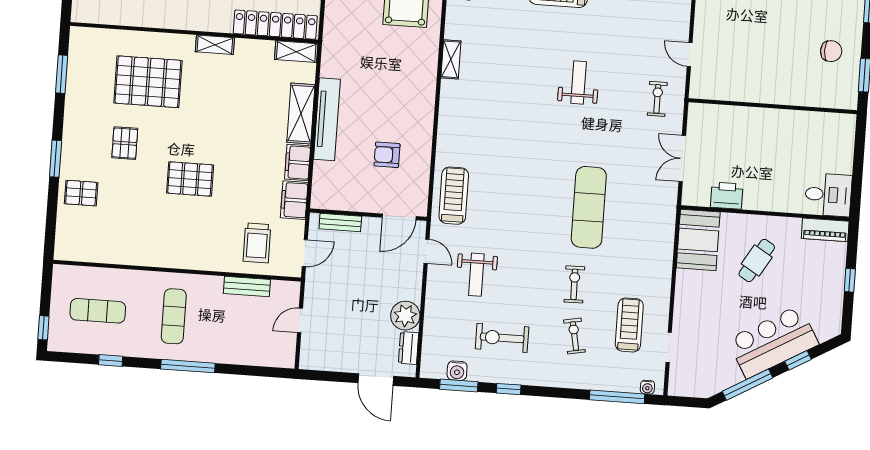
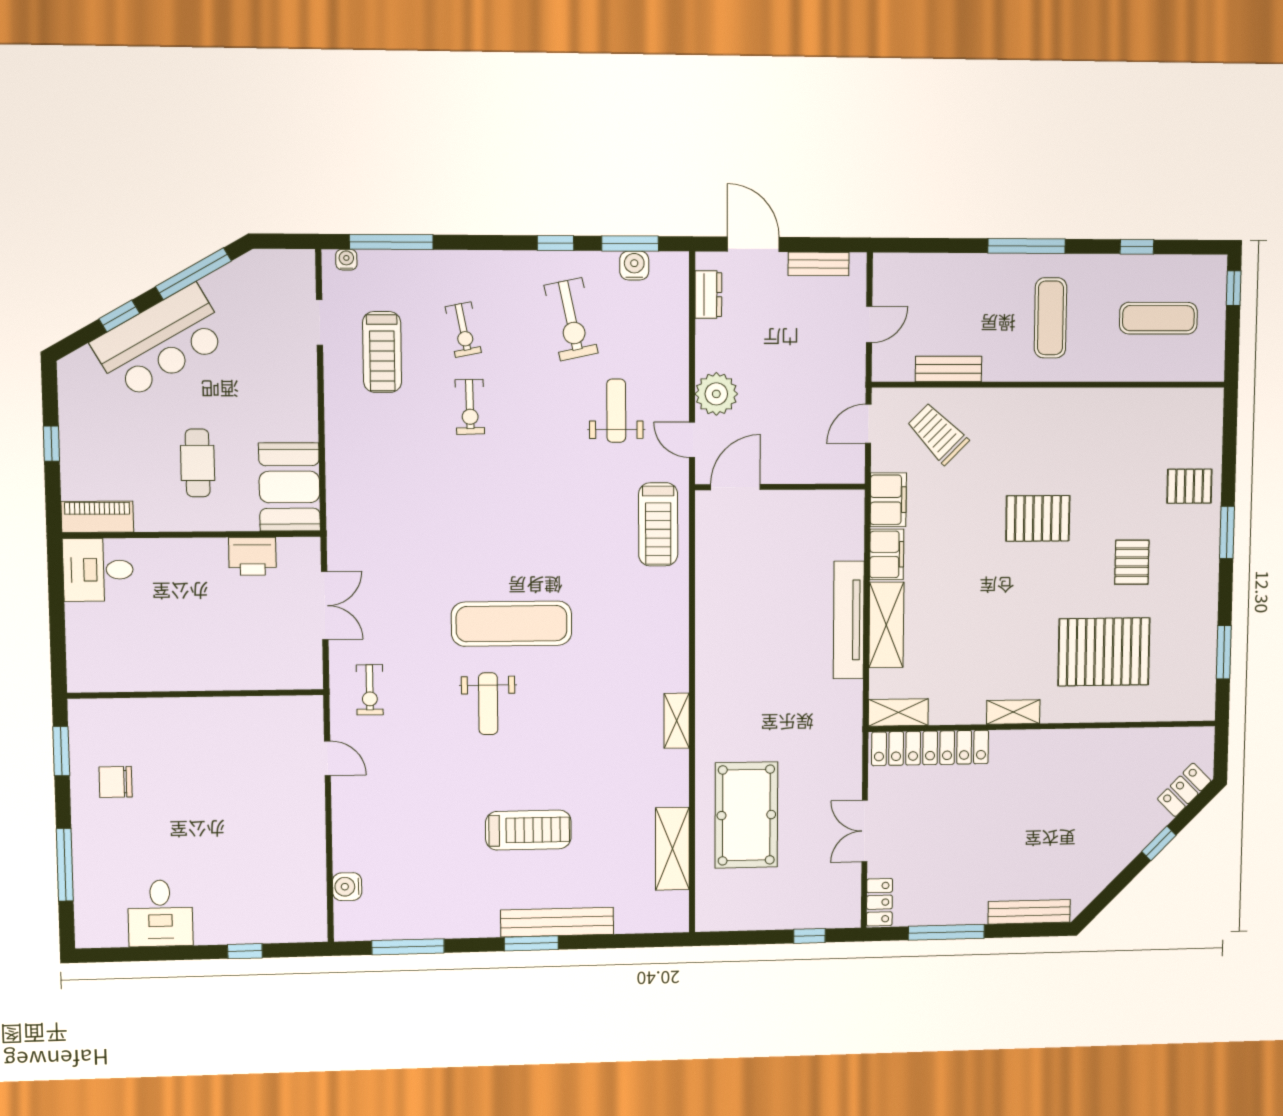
armchair: (387, 155) -> (759, 576), removed
exercise mat: (589, 207) -> (512, 624), moved, turned 90
bench: (340, 223) -> (819, 264), moved
trolley: (257, 243) -> (938, 434), turned -45
cafe table: (757, 260) -> (198, 463), turned -31
plant: (405, 316) -> (716, 394), moved
exercise bike: (502, 338) -> (571, 319), turned 78

